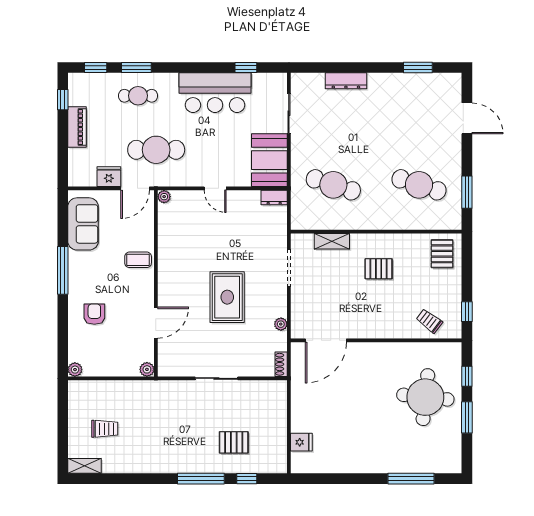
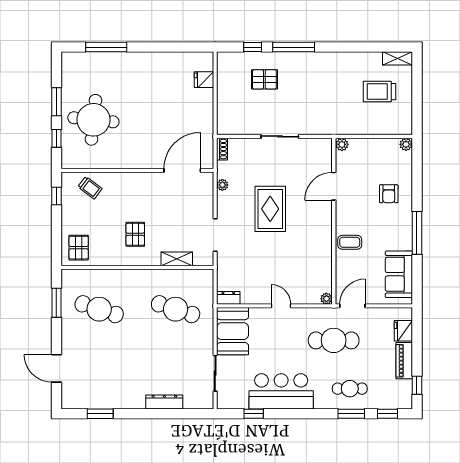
fridge: (109, 177) -> (403, 331), moved, turned 90
pallet: (379, 269) -> (135, 234), turned 90
trolley: (105, 429) -> (379, 92), width x1.36, depth x1.39

